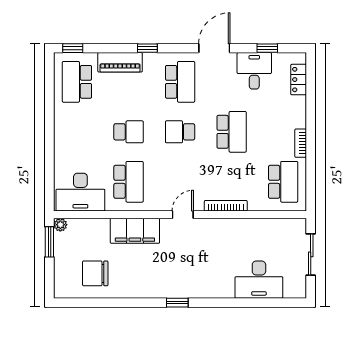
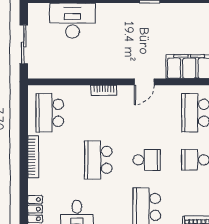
bookcase: (301, 143) -> (33, 157), width x1.56
bookcase: (226, 206) -> (104, 90), width x0.64

